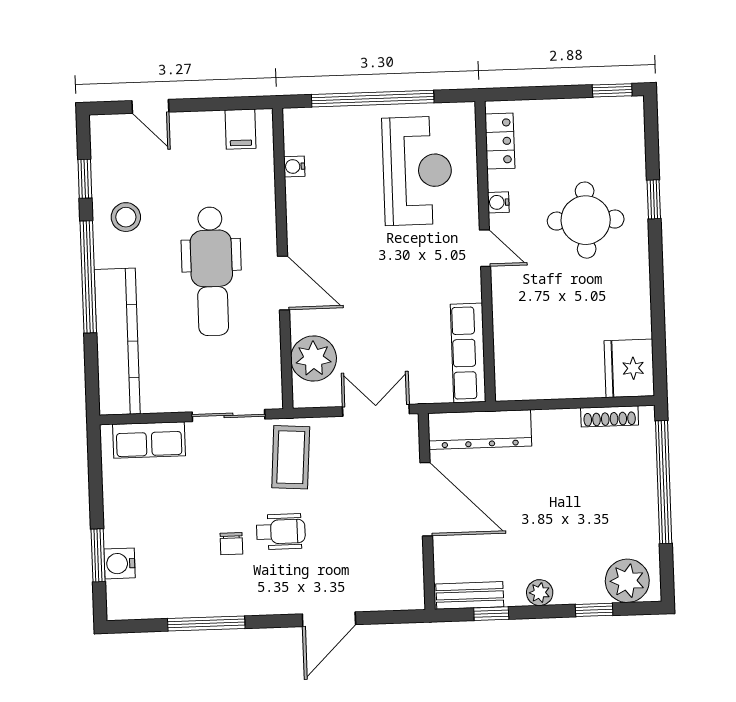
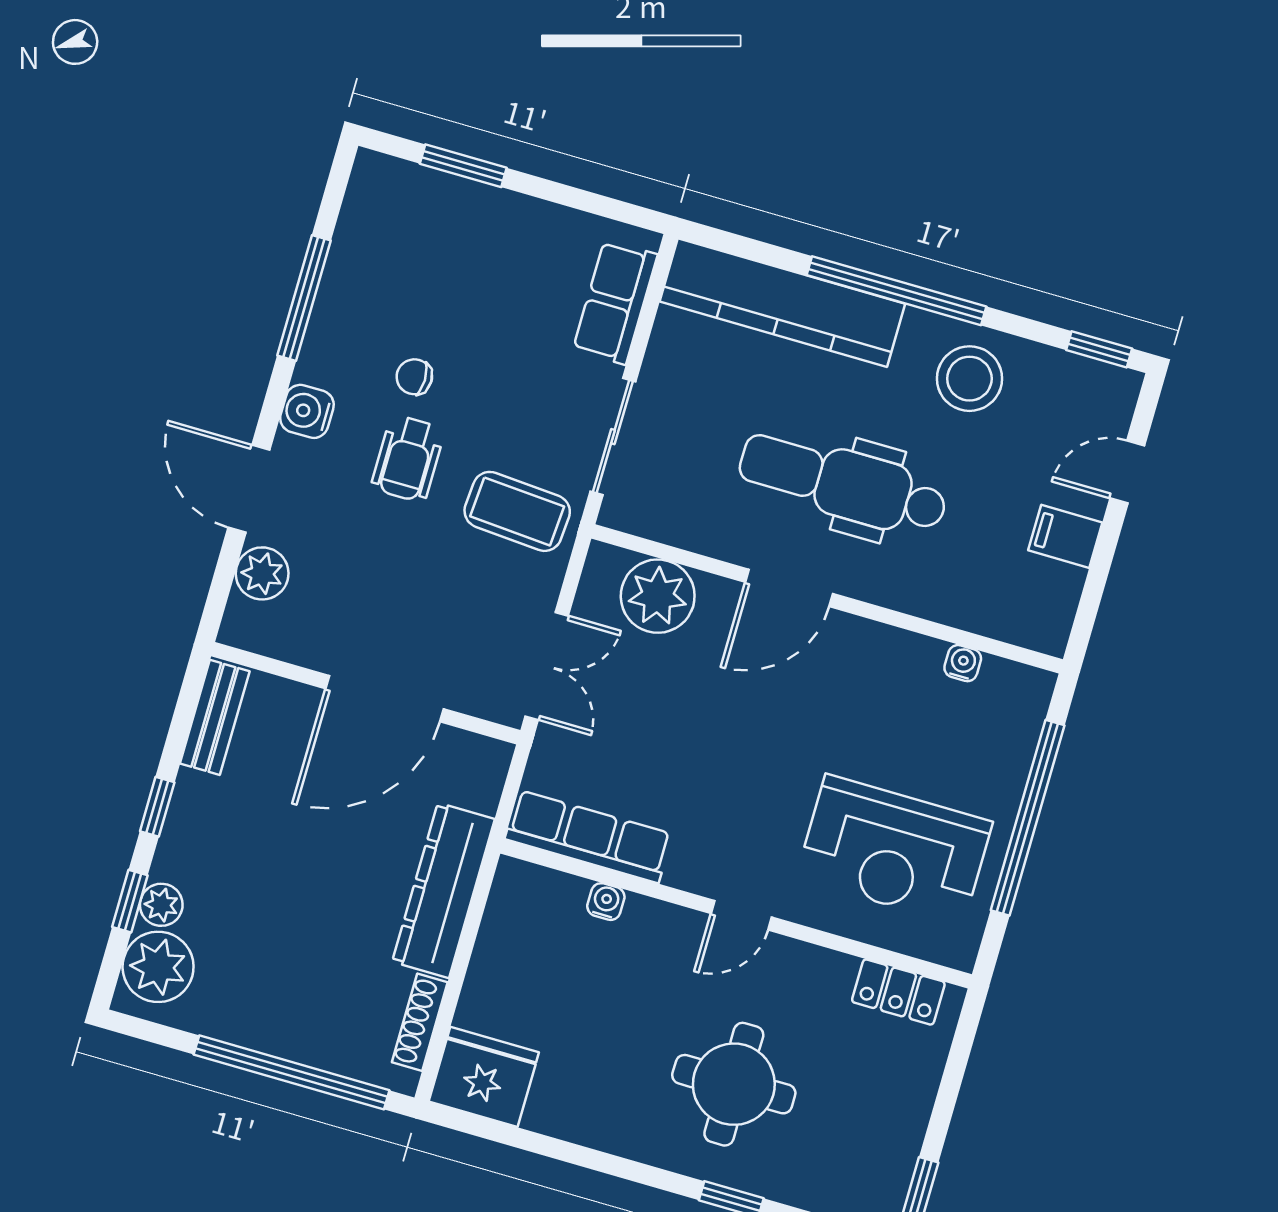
filing cabinet: (240, 129) -> (1065, 536), moved
window: (85, 179) -> (1099, 349), moved
water cooler: (498, 202) -> (606, 902), moved
stool: (126, 217) -> (969, 379), width x1.38, depth x1.38
dresser: (480, 430) -> (443, 890), moved
water cooler: (120, 563) -> (307, 411), moved, turned -90
plant: (540, 593) -> (161, 905), moved
plant: (376, 595) -> (262, 573), added
window: (491, 614) -> (157, 807), moved

